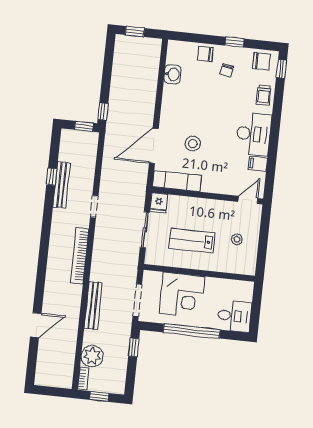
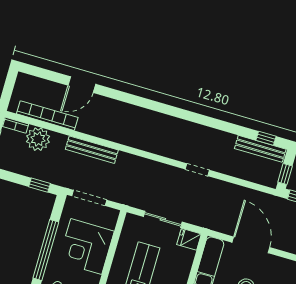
window: (52, 177) -> (266, 138), moved
bench: (62, 185) -> (260, 149), moved
bookcase: (80, 256) -> (47, 116), moved
door: (36, 325) -> (82, 85), hinge flipped

